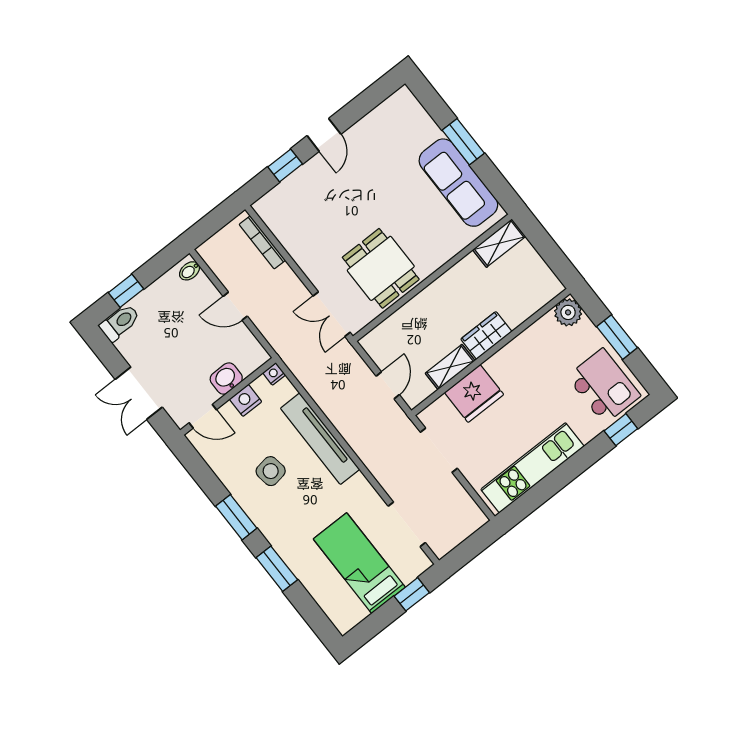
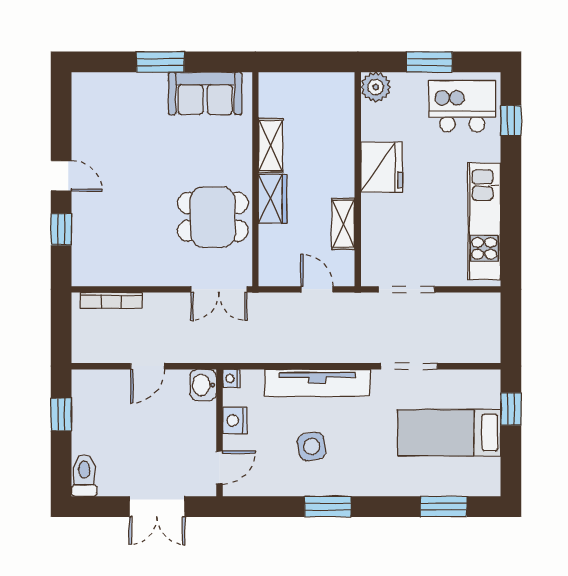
sofa: (458, 183) -> (205, 93), width x0.73
shelving: (499, 243) -> (271, 145), moved
bidet: (190, 271) -> (87, 381), removed
window: (126, 291) -> (61, 414), moved
wardrobe: (486, 335) -> (273, 199), moved, turned 180
washbasin: (226, 379) -> (203, 385), moved
fridge: (474, 393) -> (382, 167), moved
doorway: (407, 524) -> (409, 366), moved
window: (277, 569) -> (444, 507), moved

